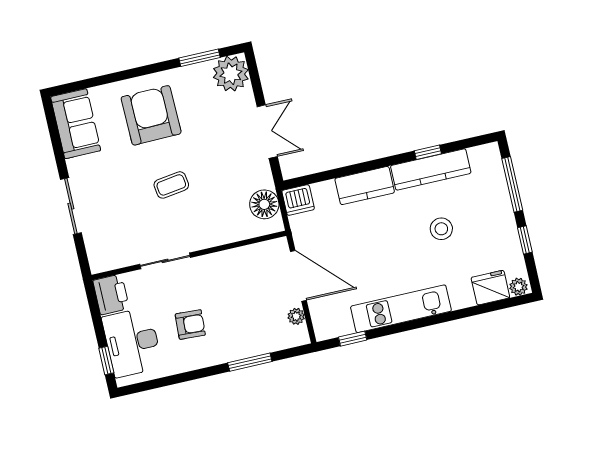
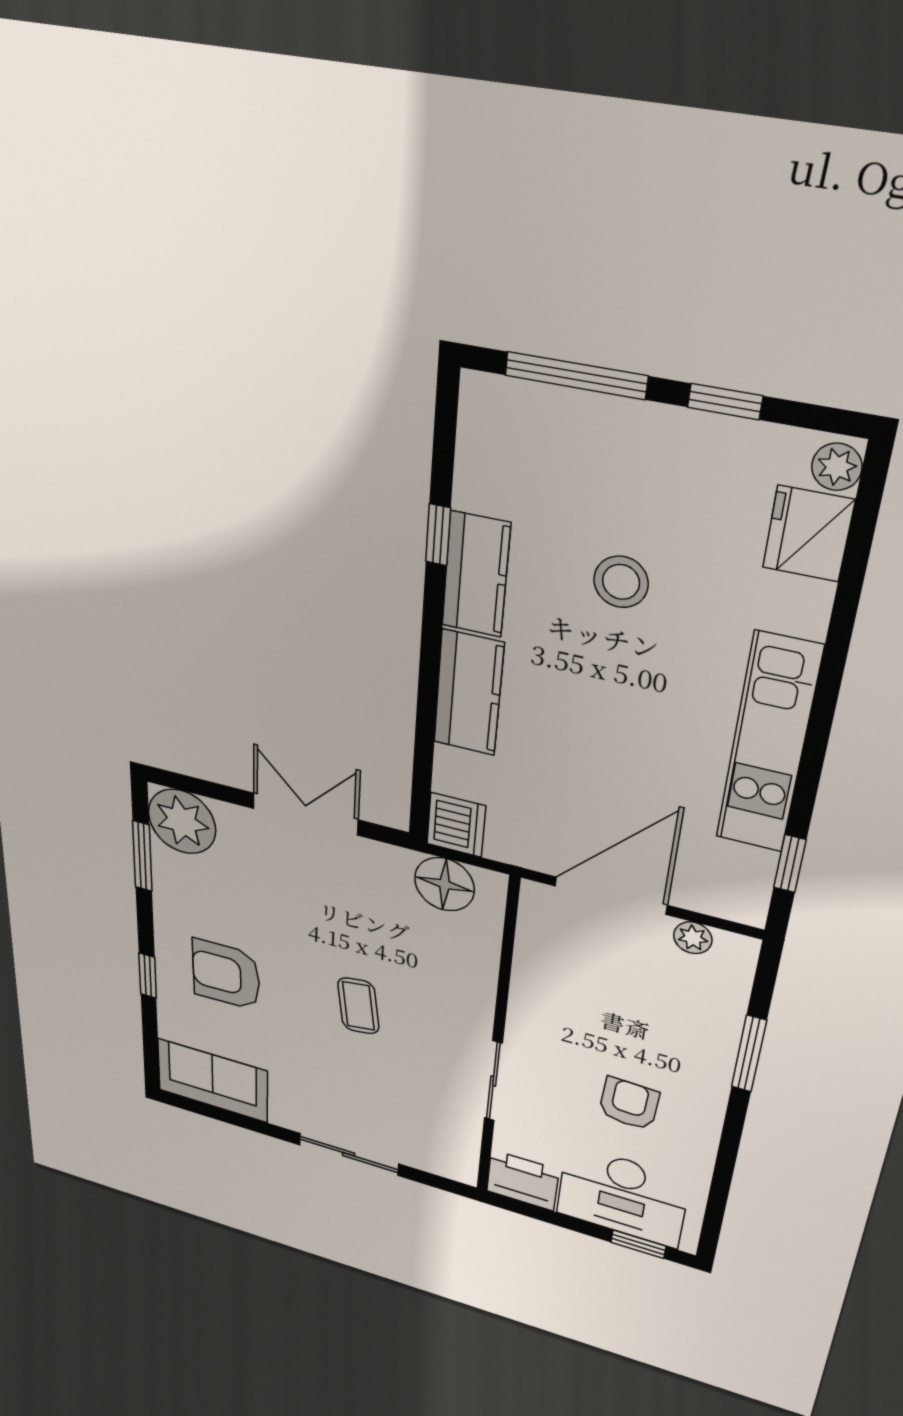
window: (126, 75) -> (148, 976), added
armchair: (151, 115) -> (226, 975), width x0.73, depth x0.73
kitchen counter: (431, 169) -> (476, 575), width x0.67

